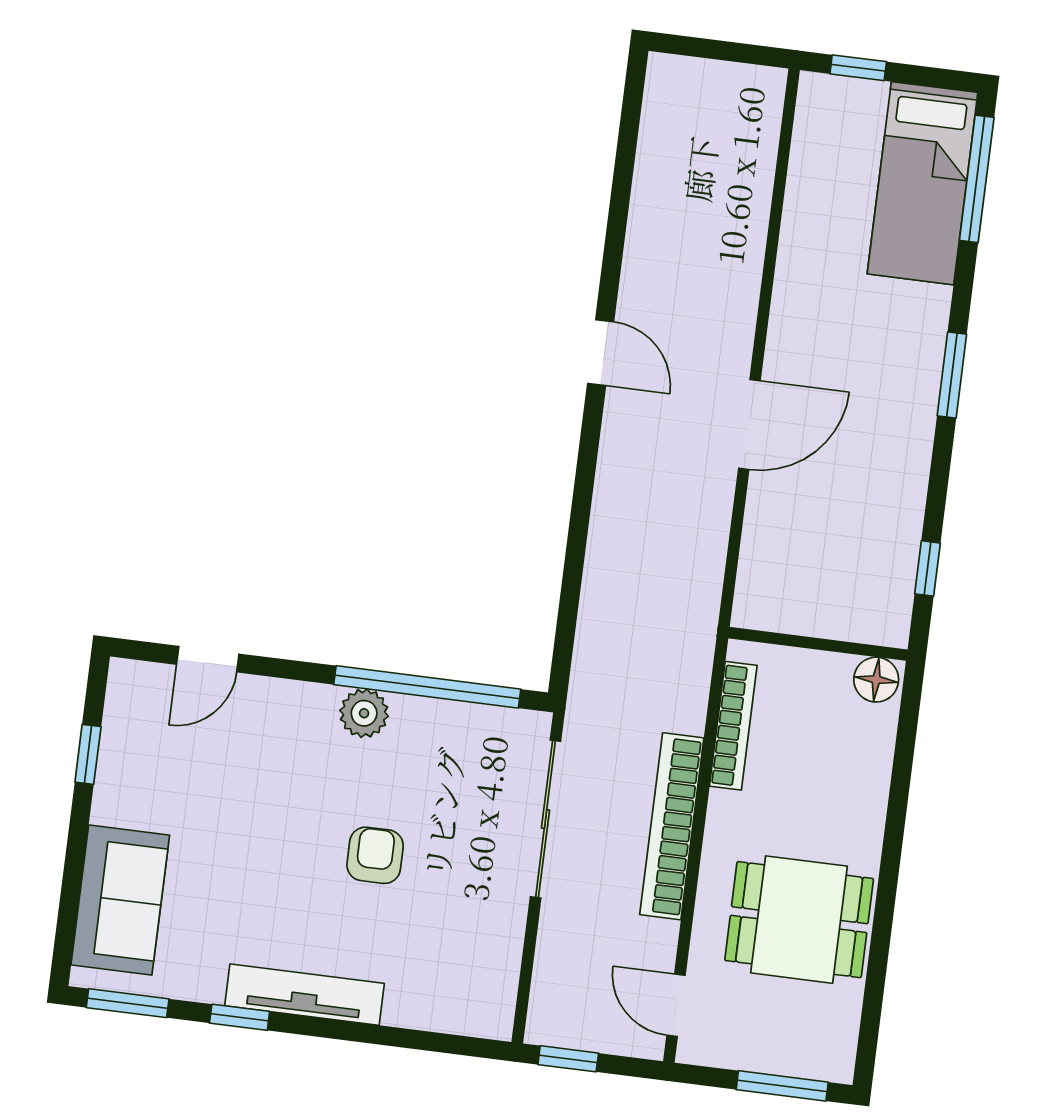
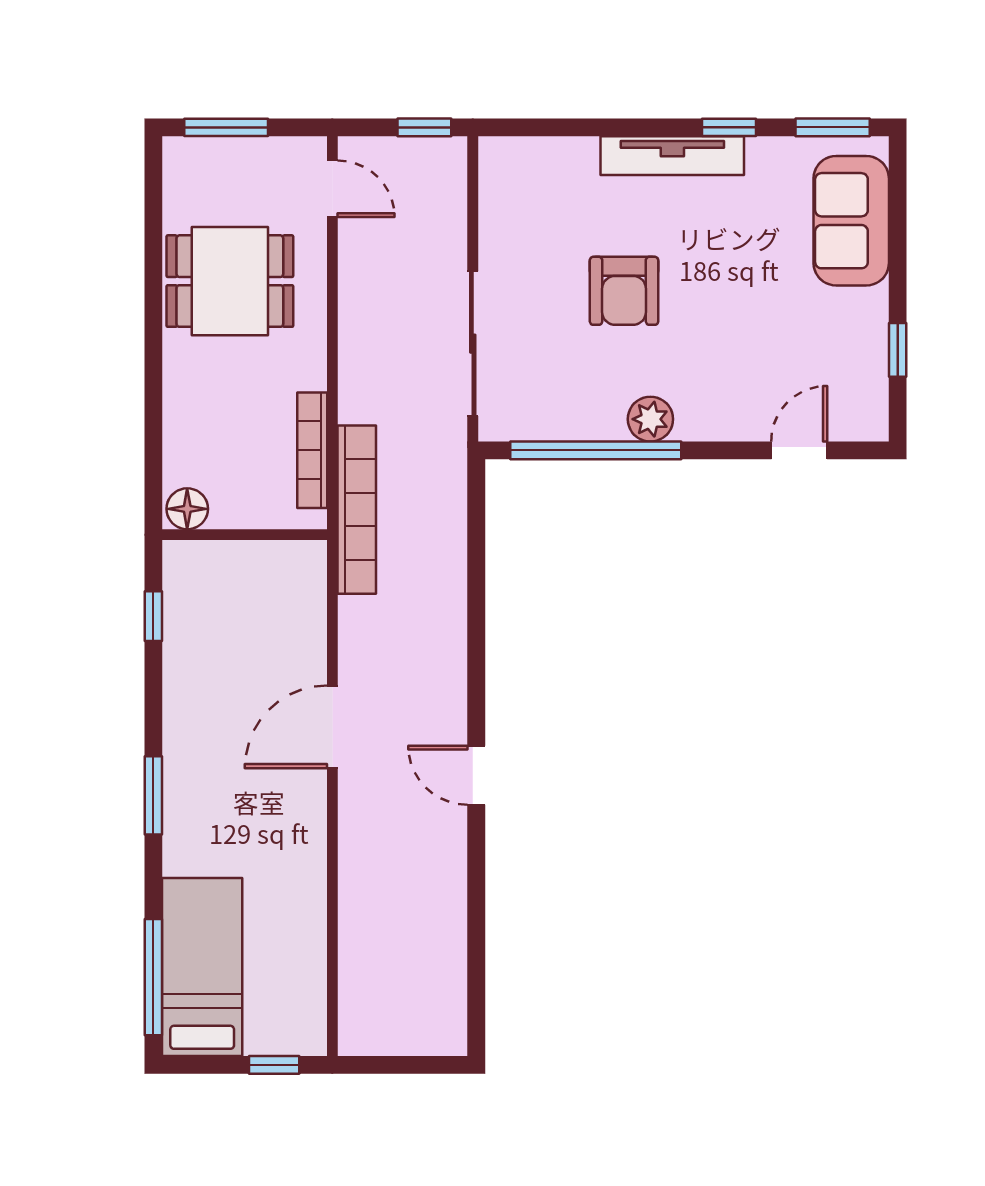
bookcase: (672, 826) -> (357, 510), moved
armchair: (375, 855) -> (624, 291), width x1.38, depth x1.38

